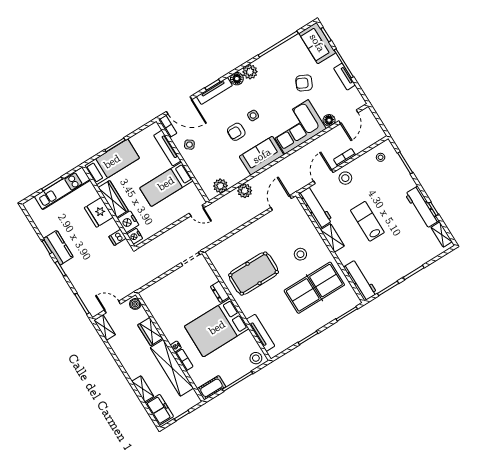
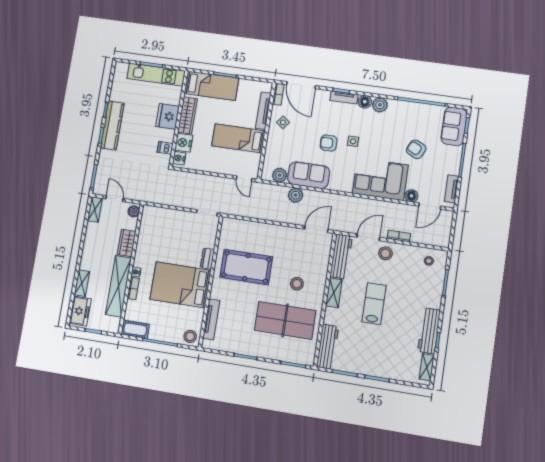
tv unit: (345, 77) -> (452, 189), moved
tv unit: (214, 91) -> (344, 97), width x0.71
sofa: (262, 156) -> (309, 175), moved
kitchen counter: (58, 248) -> (112, 125), width x1.50

